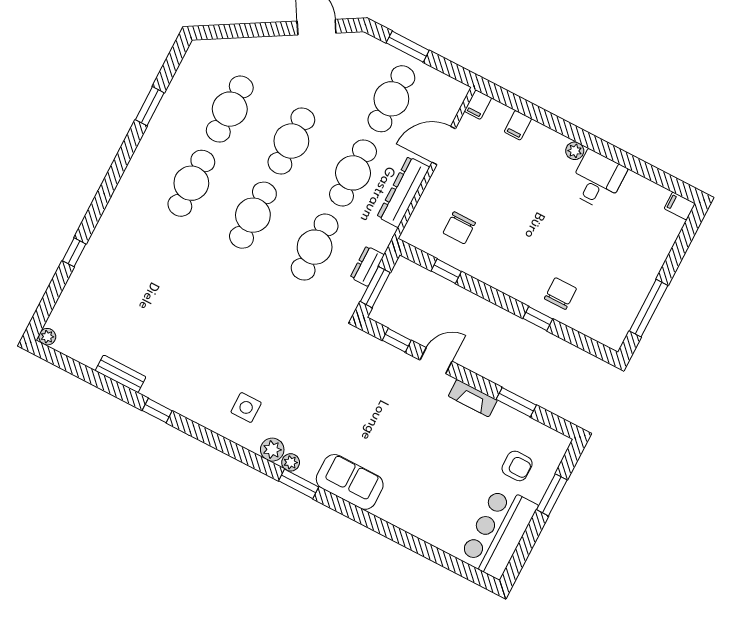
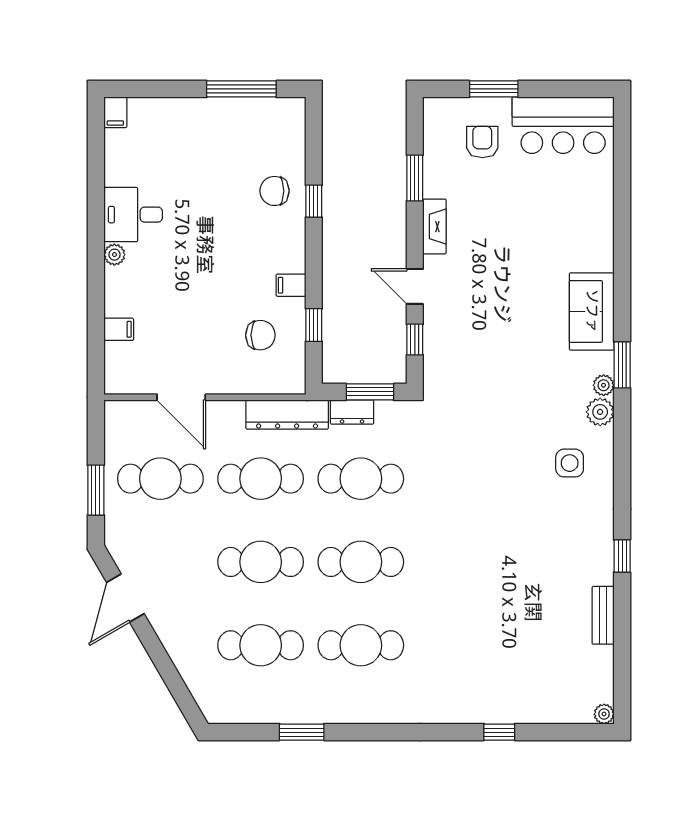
filing cabinet: (478, 104) -> (291, 285), moved, turned 180
dresser: (403, 192) -> (287, 415), moved

